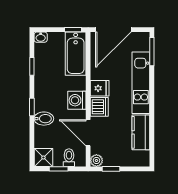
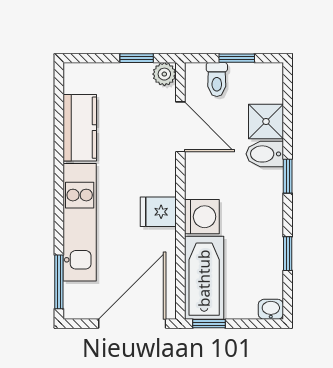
washing machine: (77, 100) -> (202, 217), moved
dishwasher: (99, 107) -> (159, 177), removed
shower: (43, 158) -> (266, 121), moved

